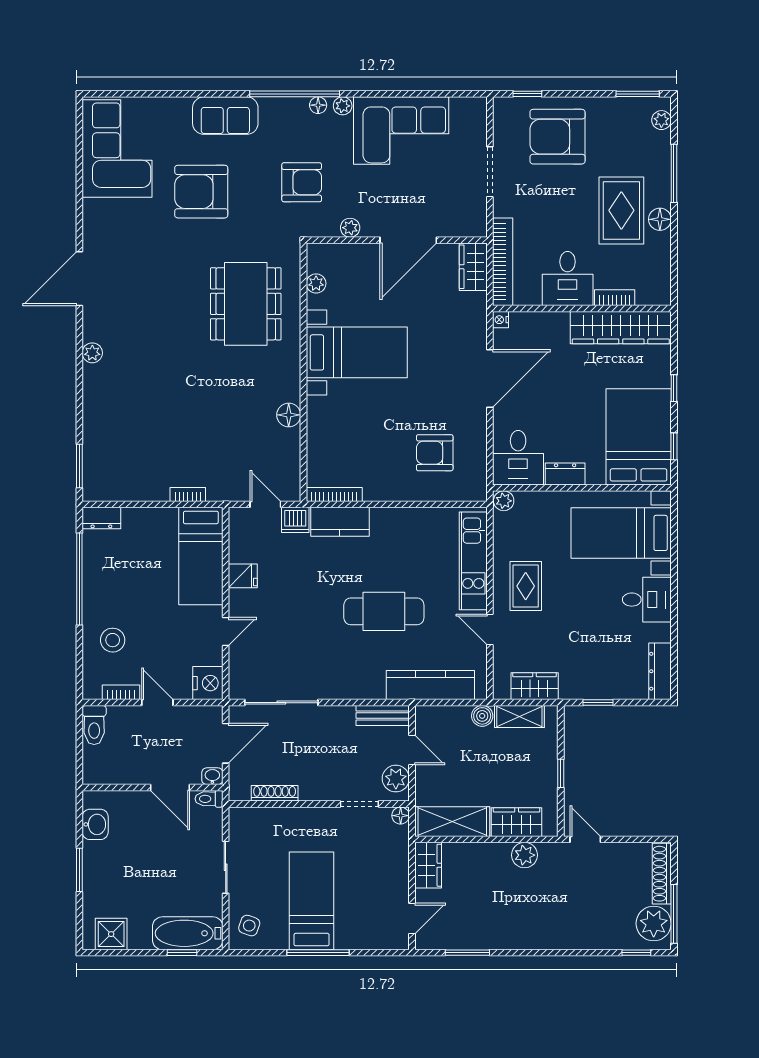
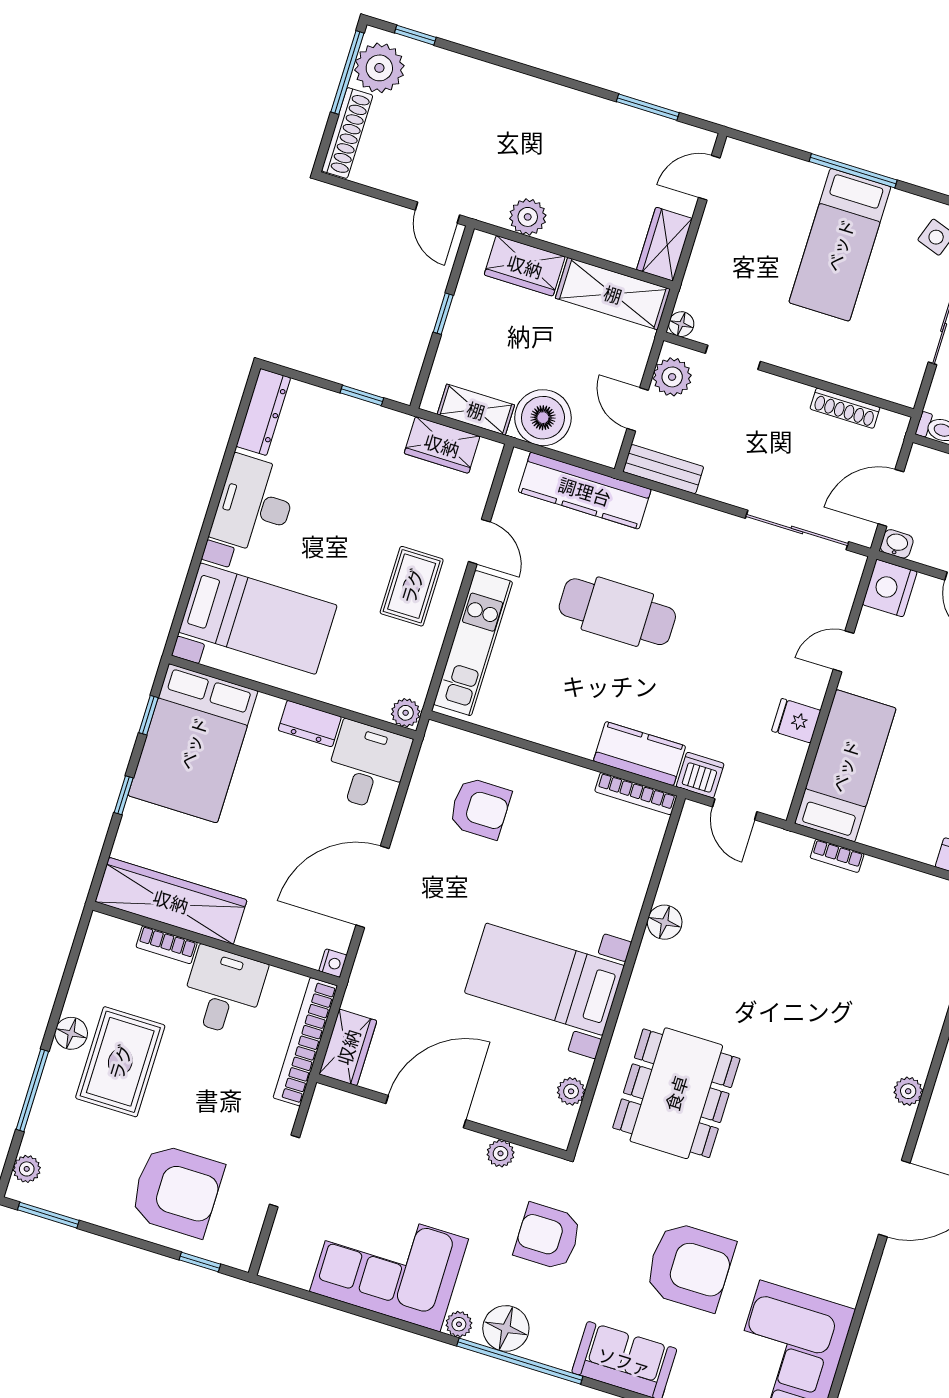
floor lamp: (318, 105) -> (506, 1328), width x1.89, depth x1.89
desk: (647, 600) -> (254, 505), width x1.37
boiler: (482, 716) -> (543, 418), width x1.86, depth x1.86
washbasin: (212, 776) -> (897, 544), moved, turned 180

